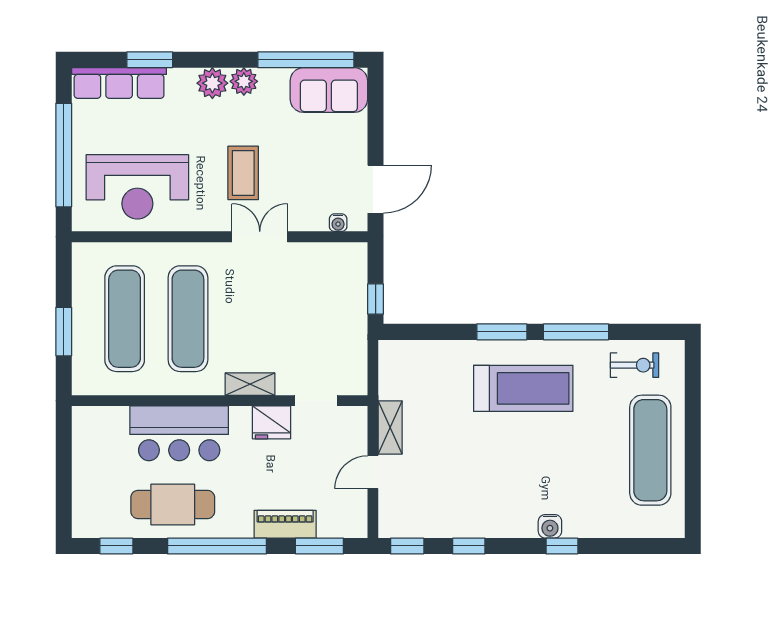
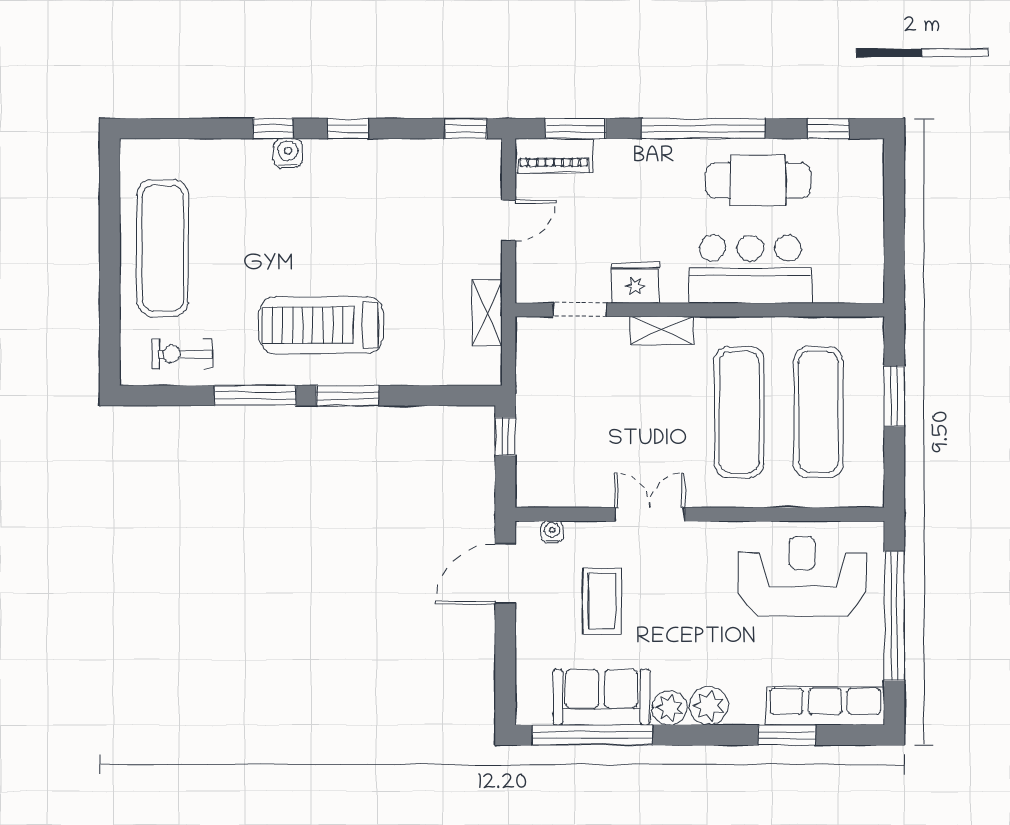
sofa: (329, 90) -> (601, 697), moved
coffee table: (243, 173) -> (602, 601), moved
double door: (260, 237) -> (650, 514), swing flipped
shelving: (390, 427) -> (487, 313), moved
piano: (285, 524) -> (554, 156), moved
window: (469, 546) -> (348, 129), moved

